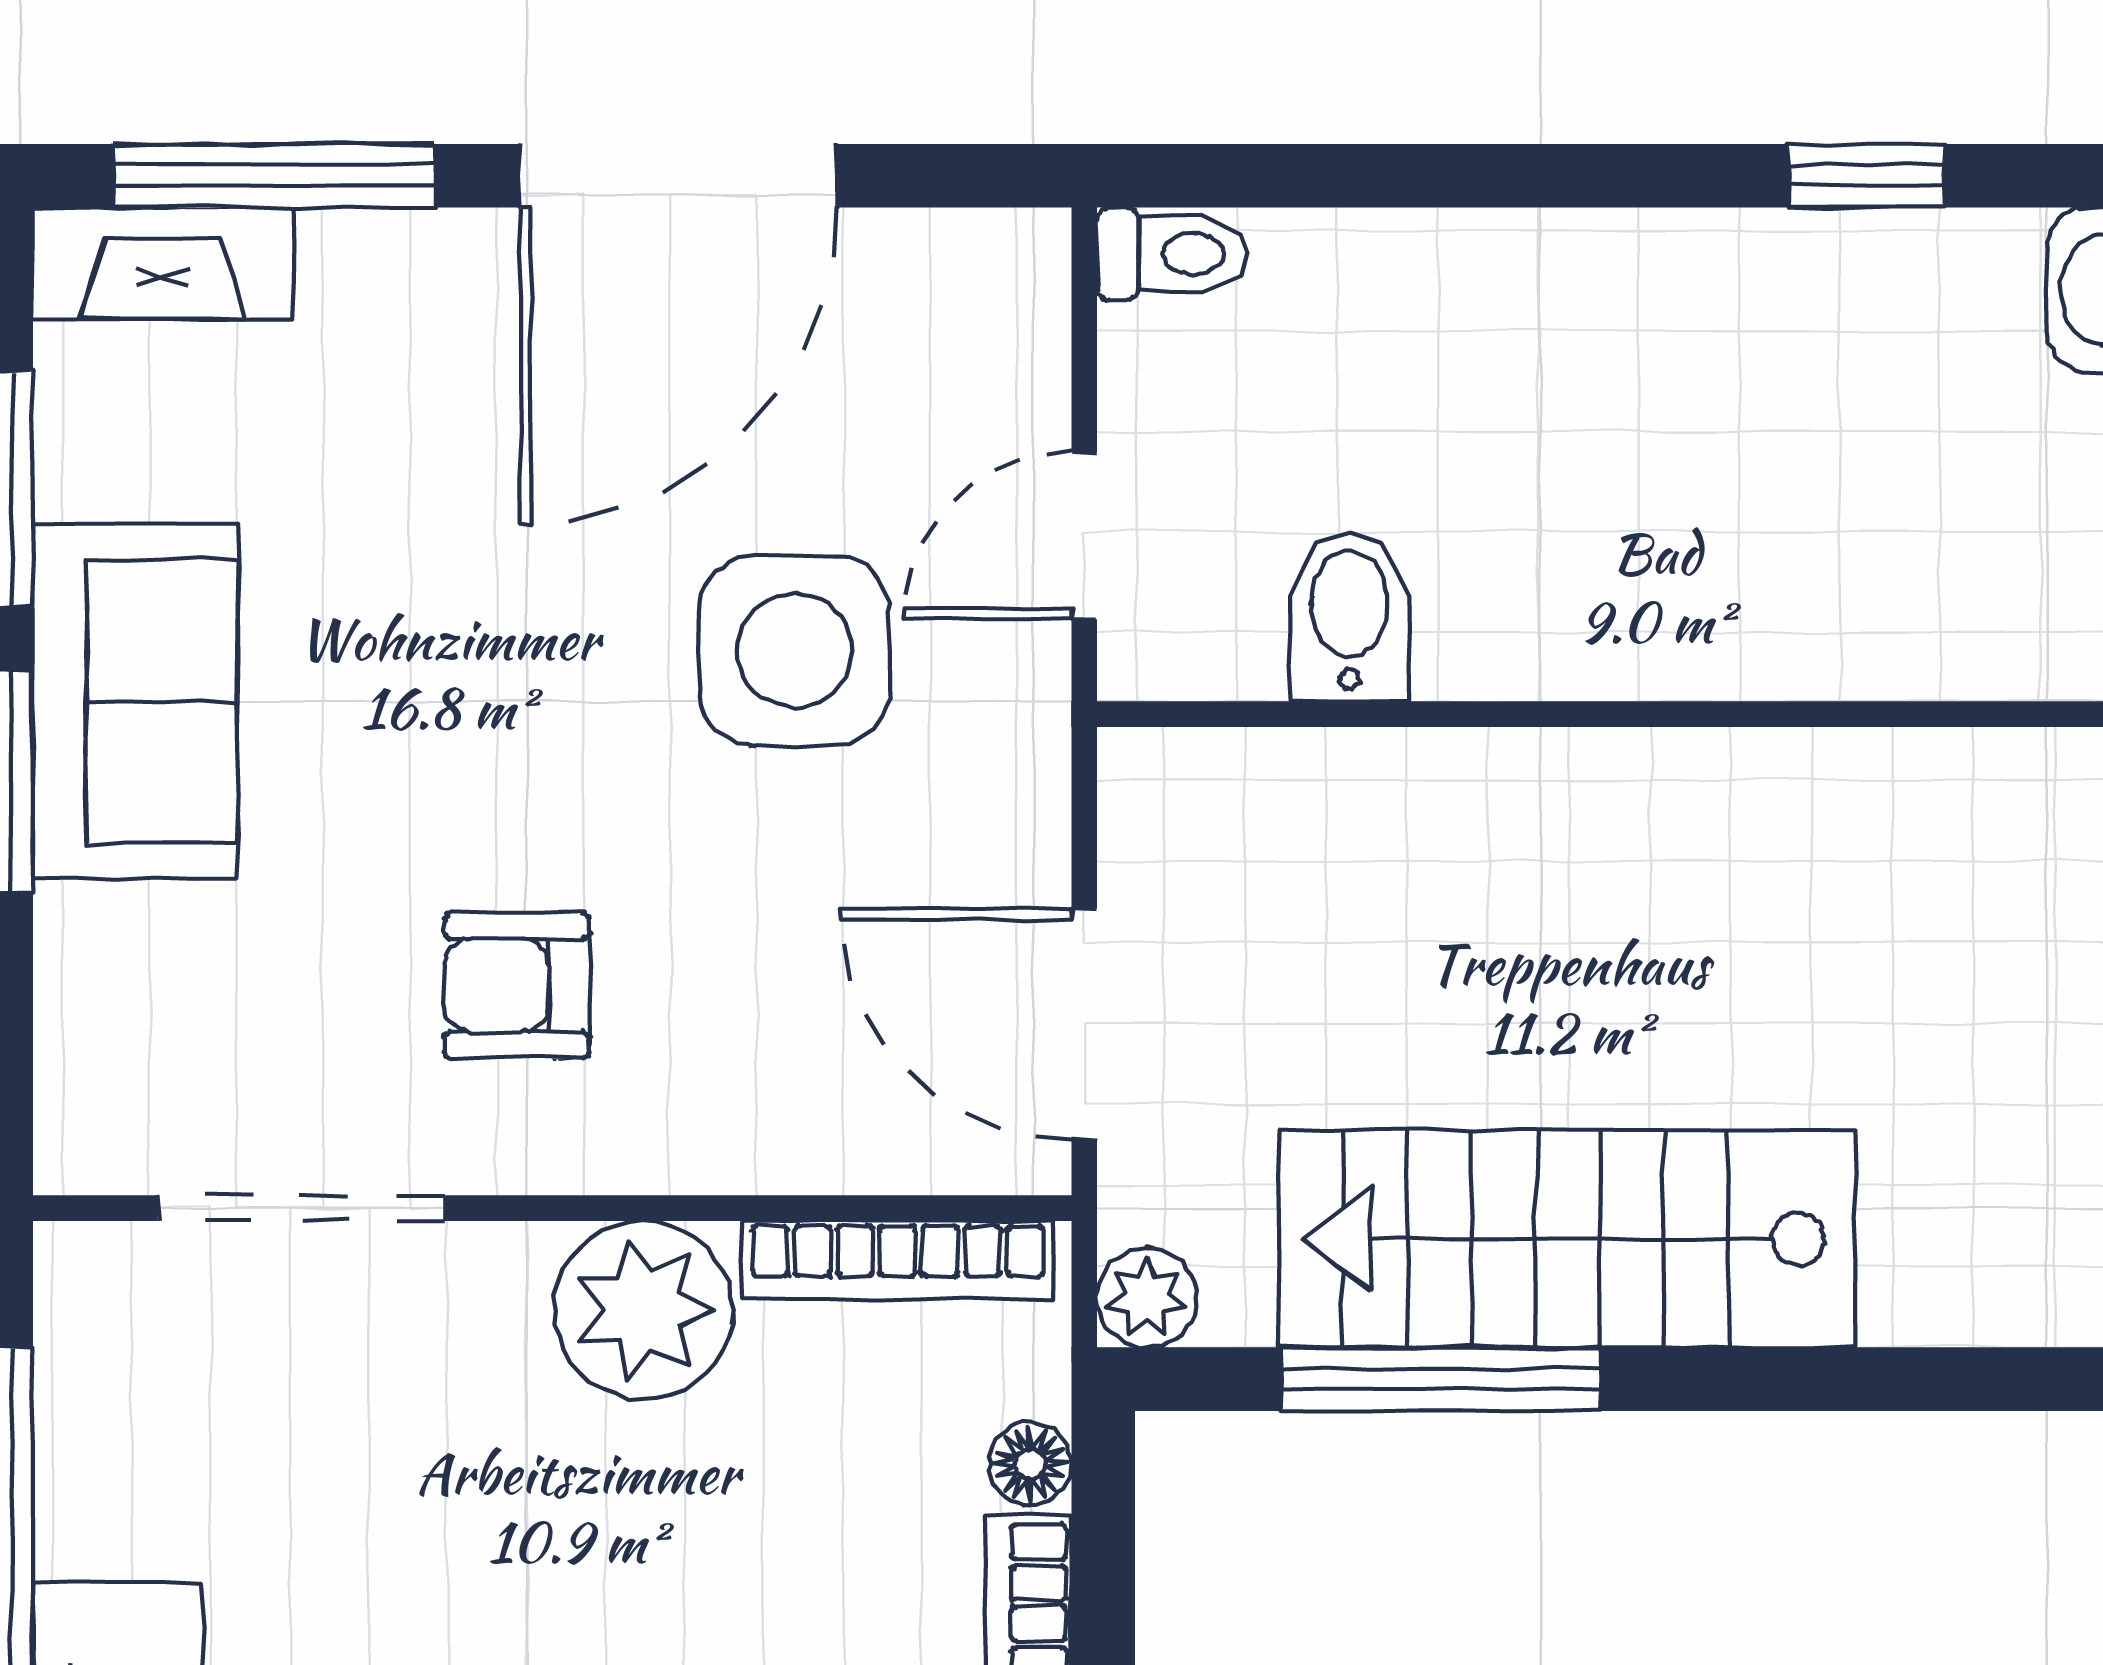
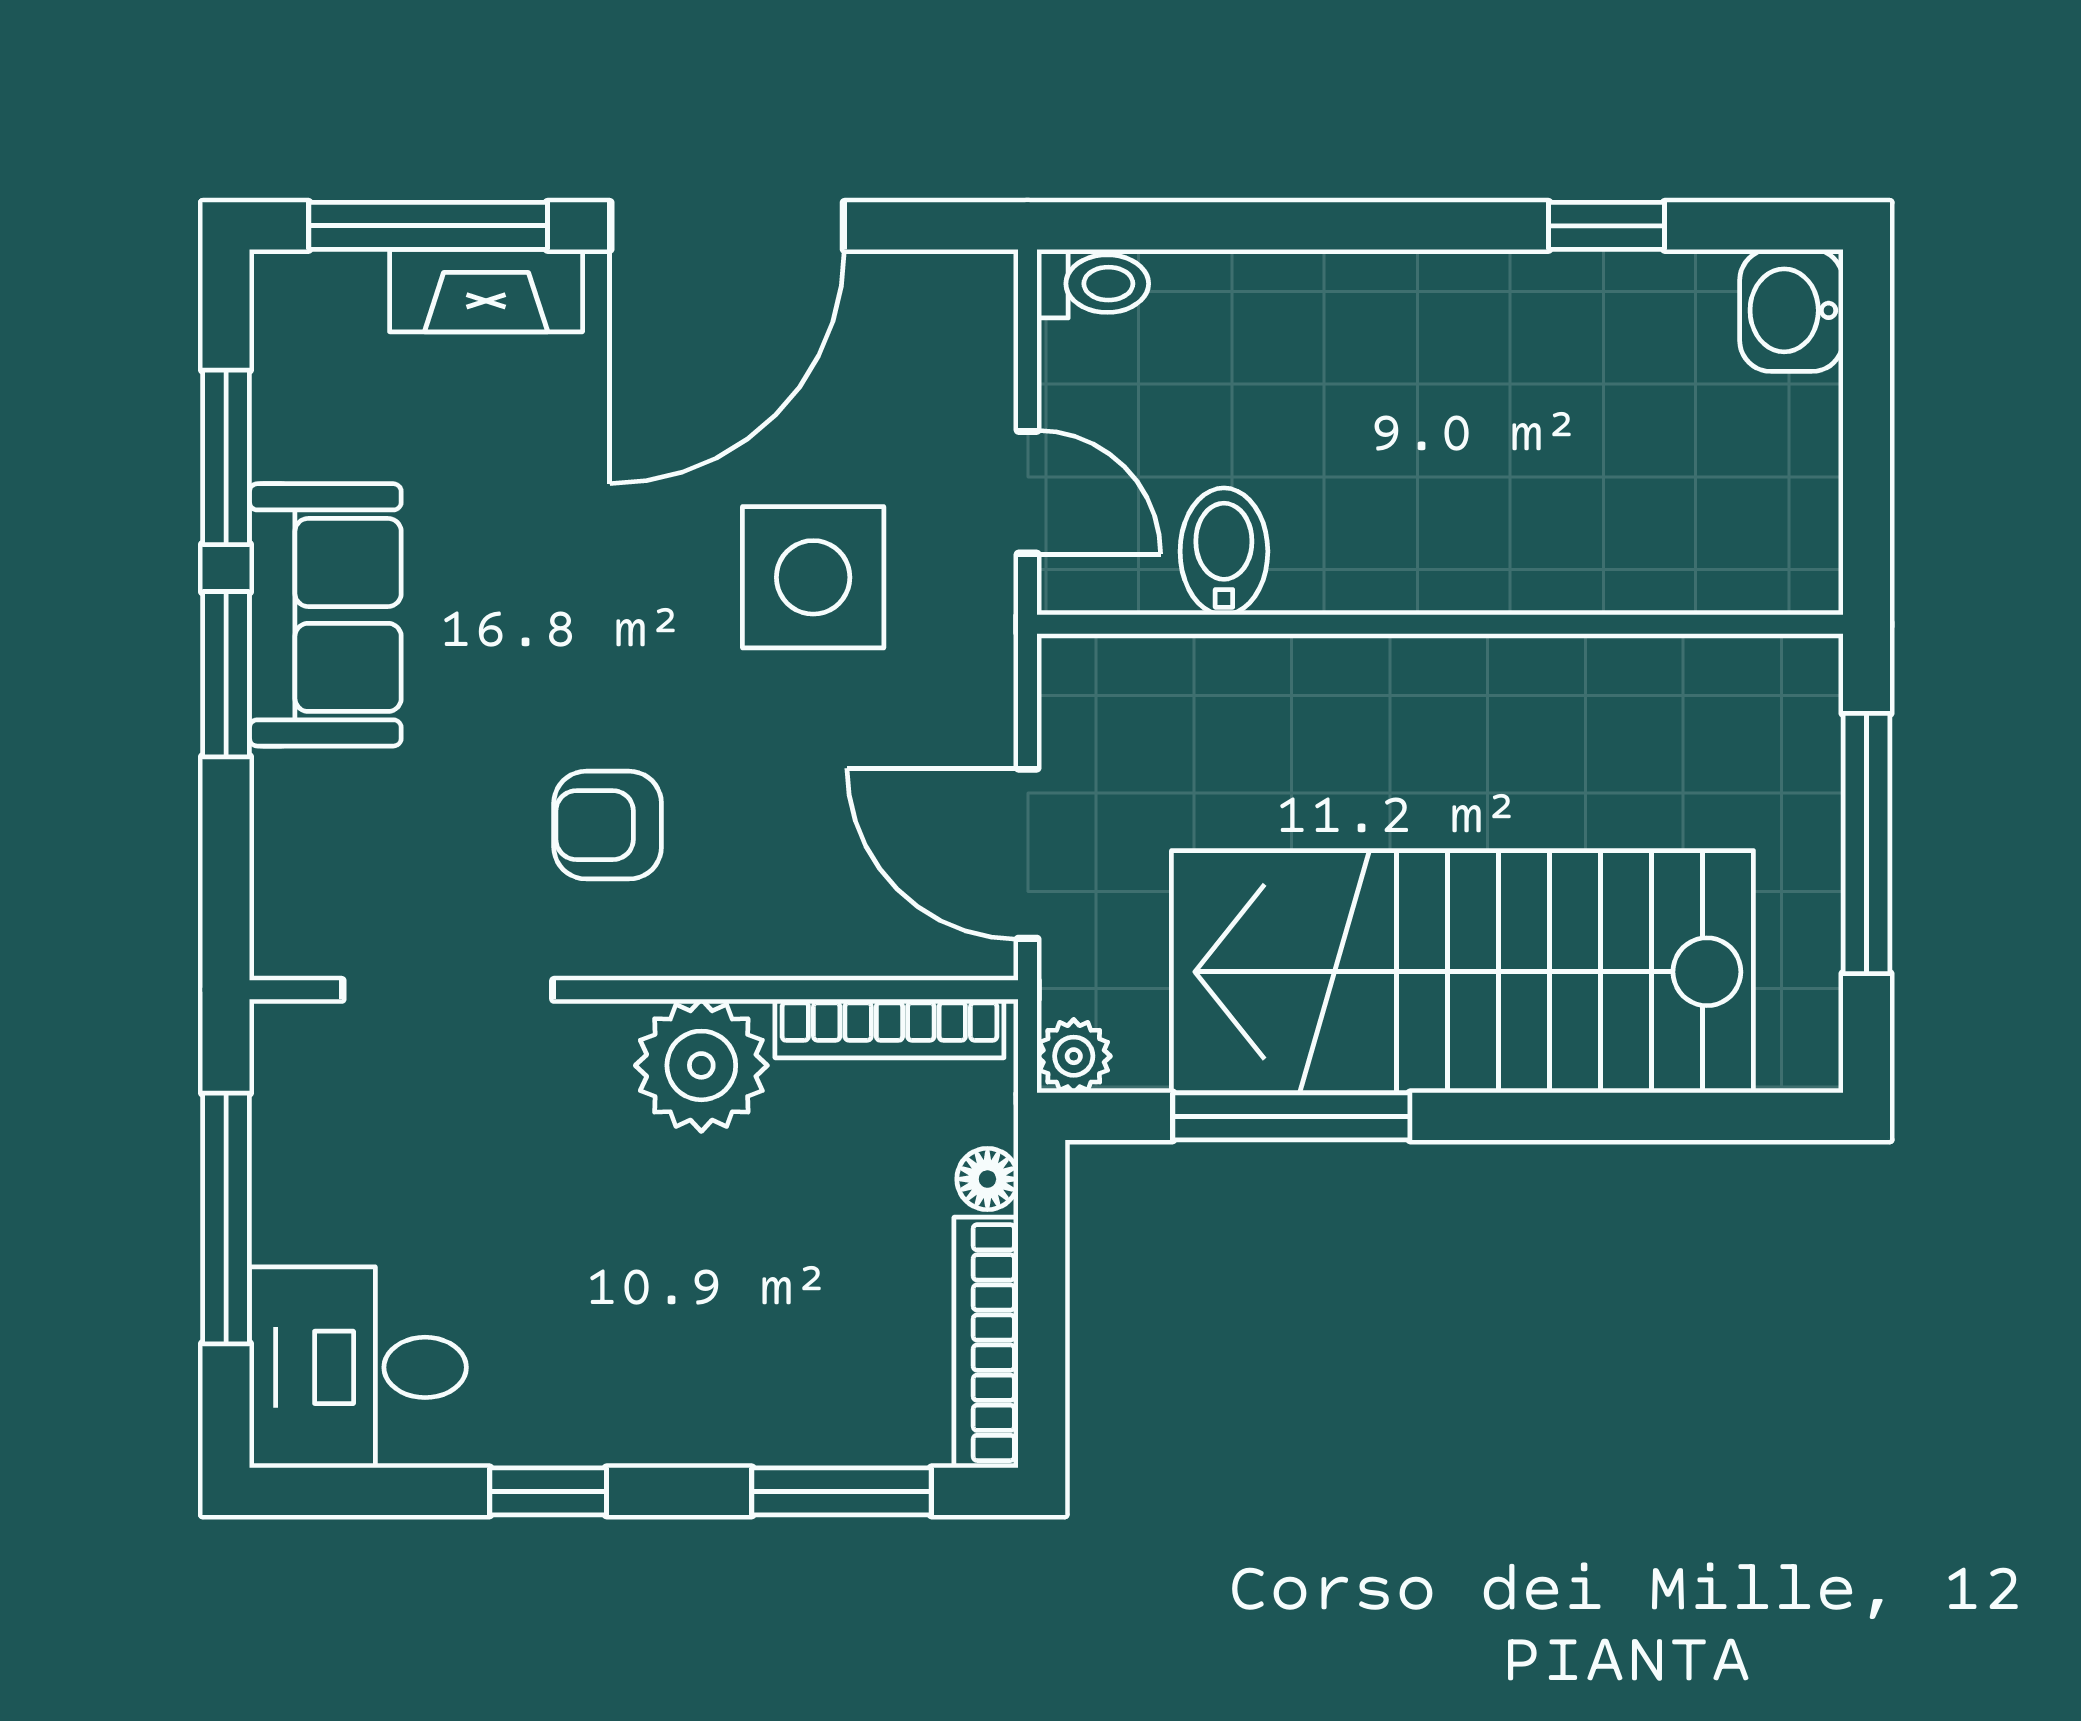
fireplace: (163, 263) -> (486, 291), moved
door: (1084, 536) -> (1028, 492), swing flipped
stairs: (1567, 1239) -> (1462, 972), width x1.36, depth x1.51

